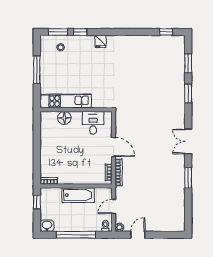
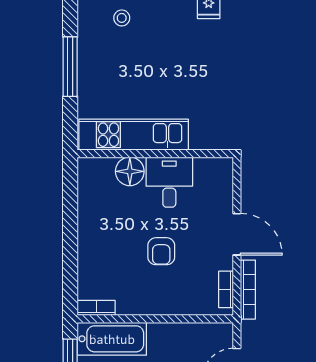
desk: (93, 123) -> (169, 182), moved
armchair: (79, 155) -> (161, 251), added
bathtub: (78, 195) -> (112, 339), moved

